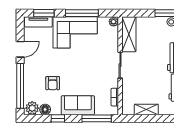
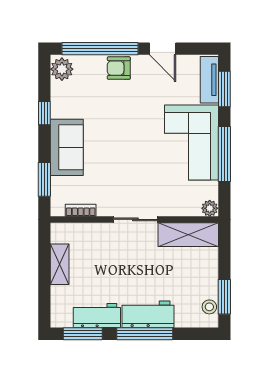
armchair: (53, 83) -> (119, 68), moved
floor lamp: (45, 109) -> (60, 91), removed
window: (97, 118) -> (44, 179), width x0.69

